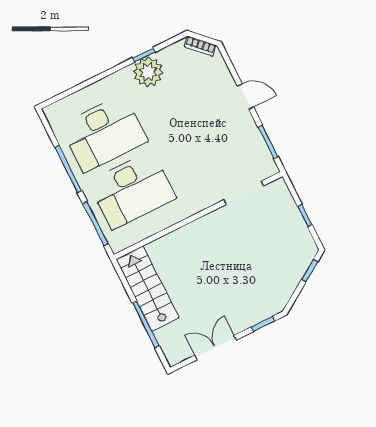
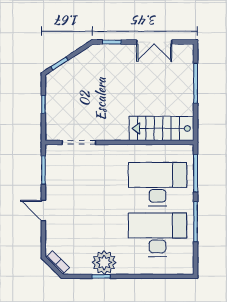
stairs: (147, 288) -> (161, 128), moved, turned 90

